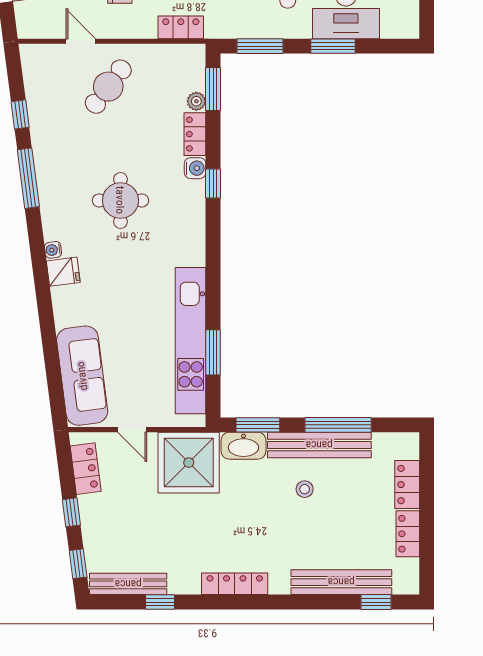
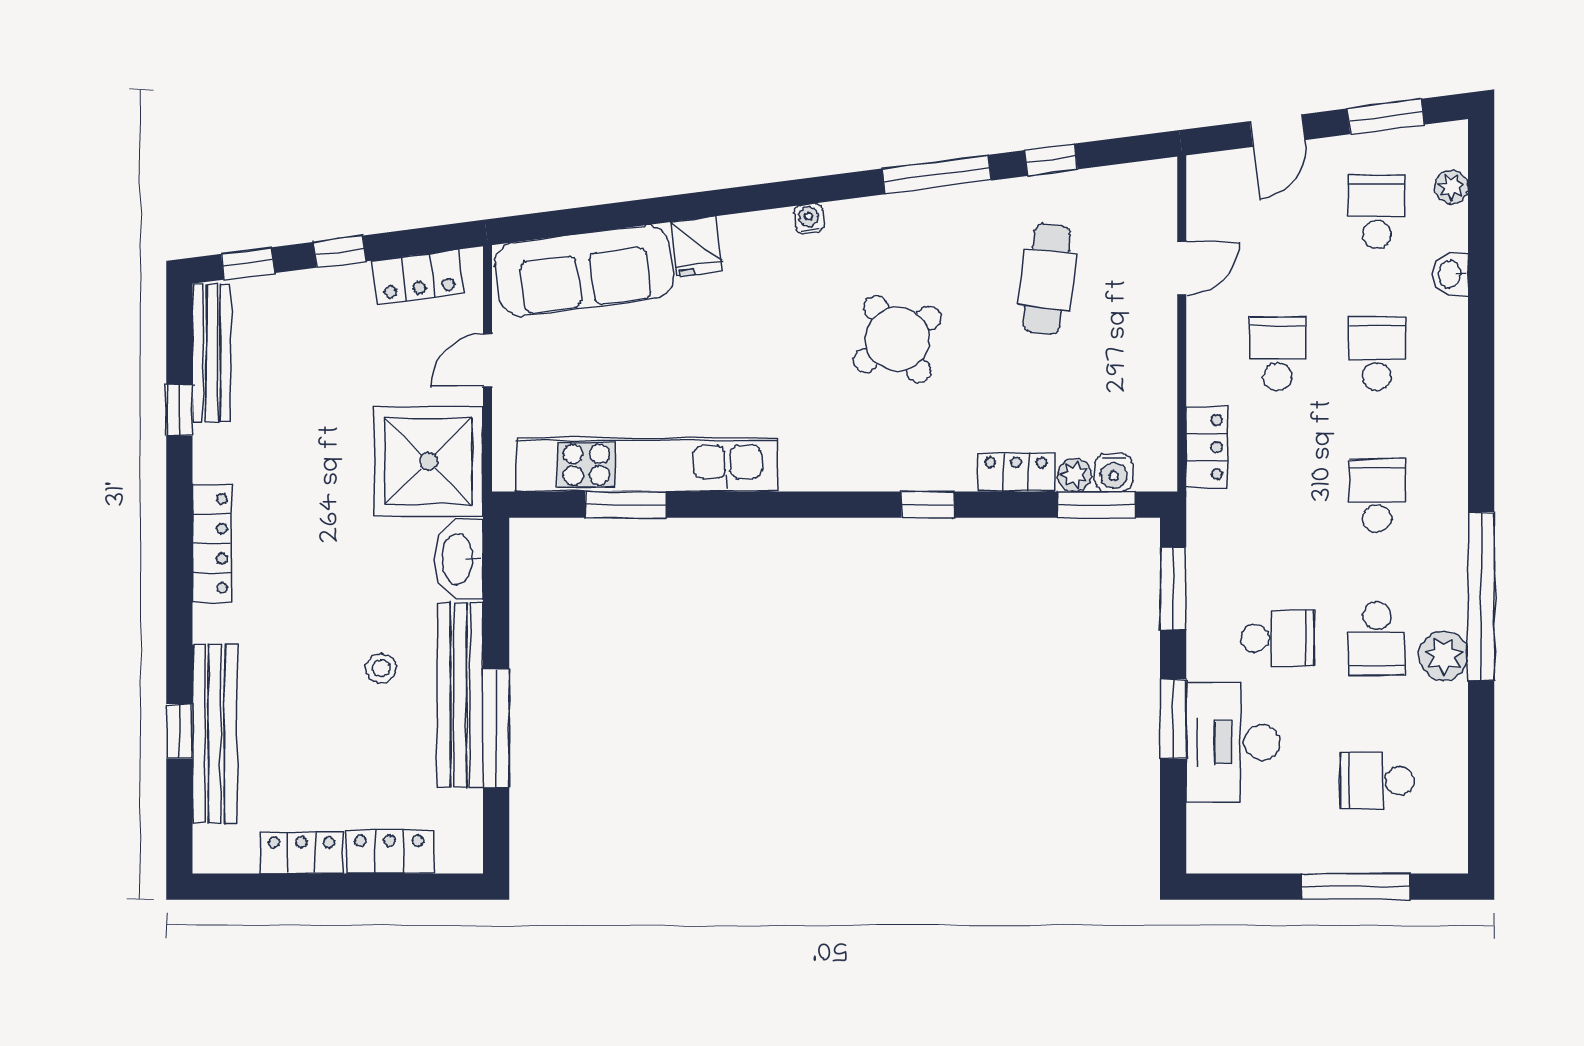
cafe table: (108, 87) -> (1047, 279), moved, turned 60
water cooler: (195, 168) -> (1114, 473), moved
round table: (120, 200) -> (897, 339), turned -34
fridge: (63, 272) -> (696, 246), moved
window: (258, 425) -> (496, 585), removed
window: (376, 602) -> (179, 731), moved

